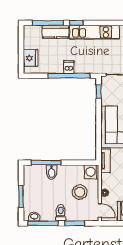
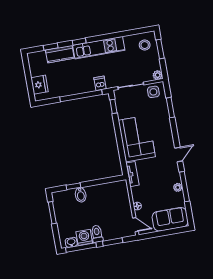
window: (48, 23) -> (51, 47), width x0.46
dishwasher: (69, 67) -> (100, 83), moved
window: (46, 163) -> (73, 186), width x0.46
washing machine: (92, 172) -> (84, 237), moved, turned 90
stool: (80, 192) -> (112, 210), removed
window: (21, 196) -> (52, 213), moved

